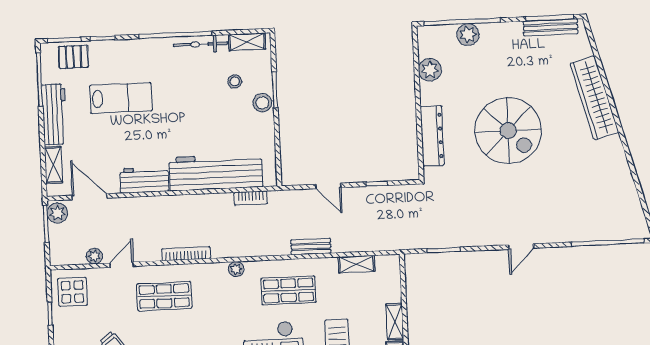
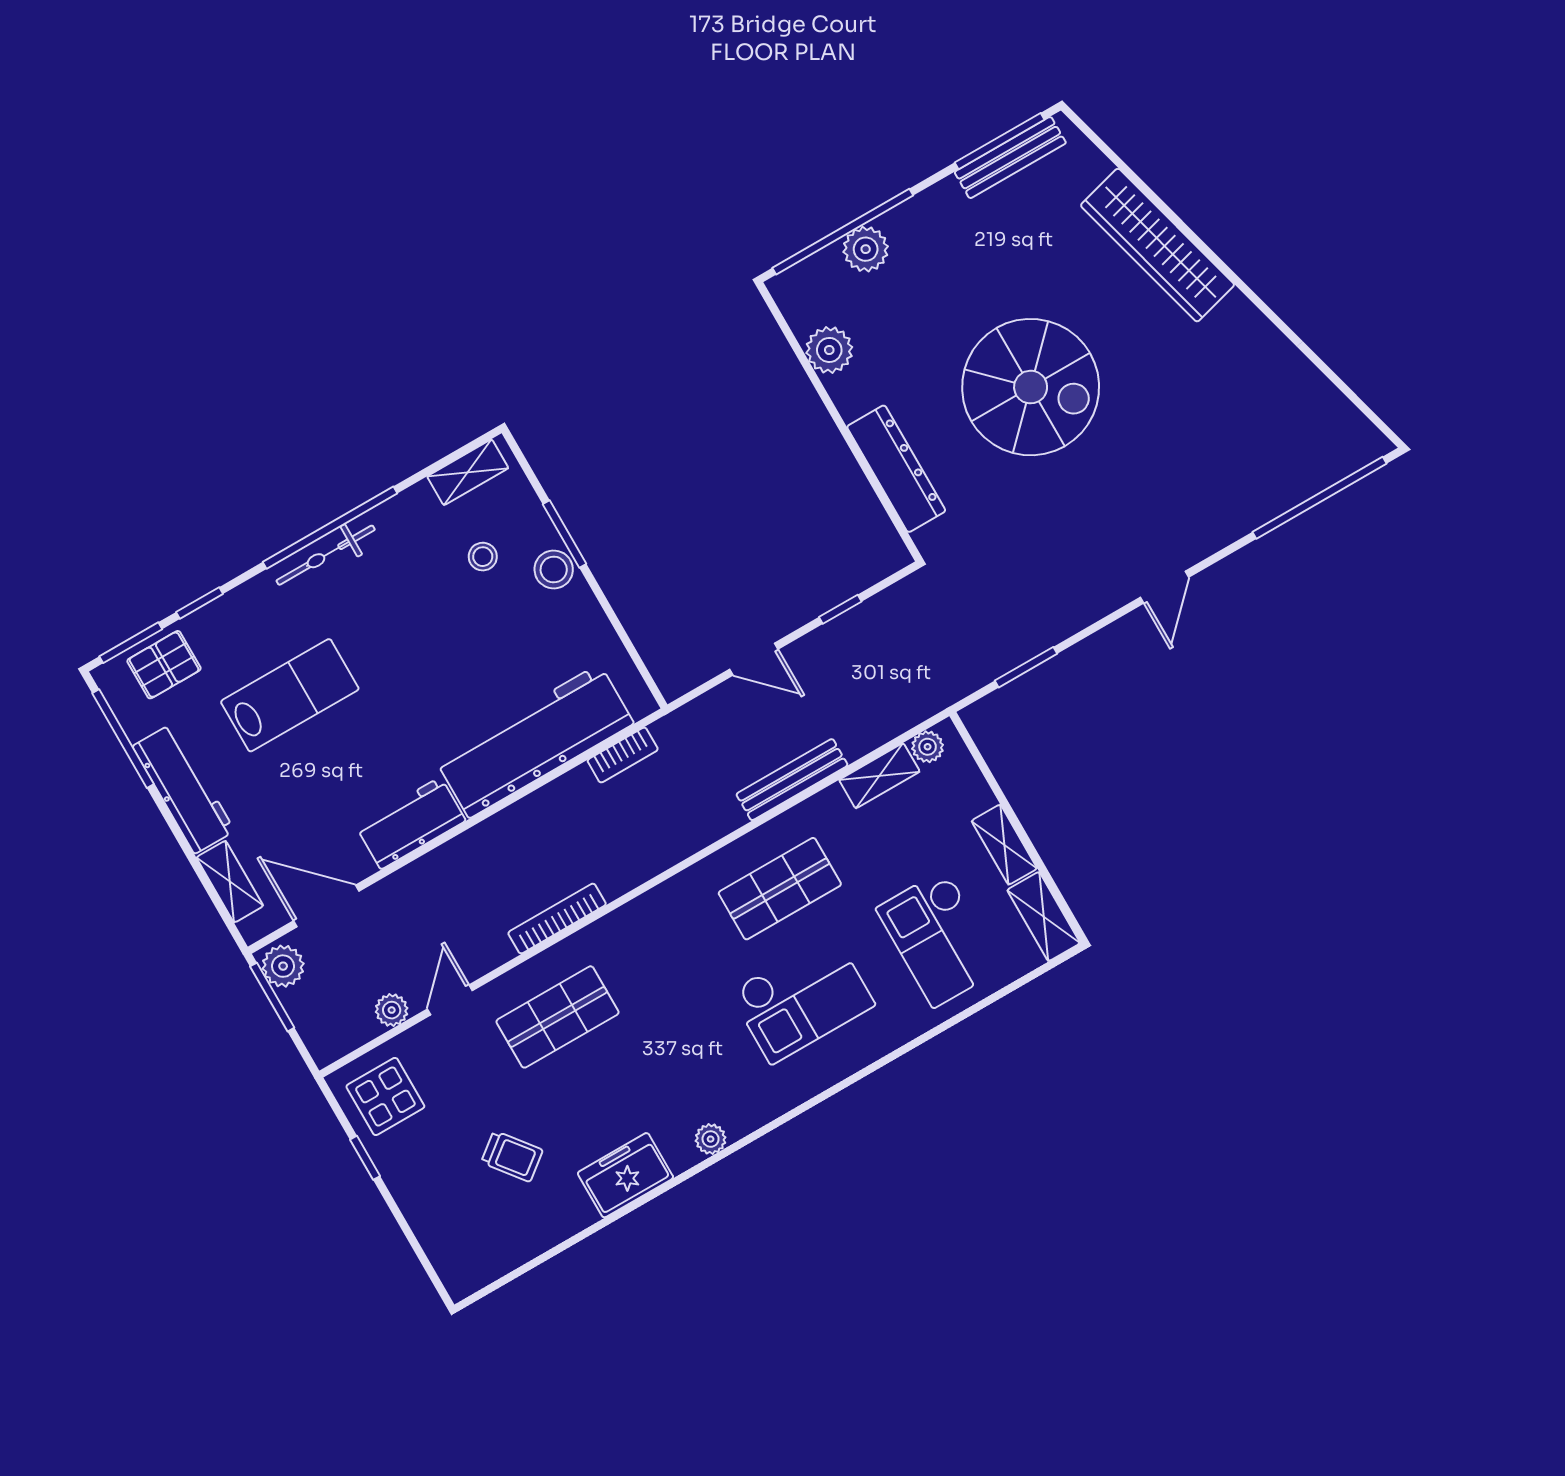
bicycle: (200, 44) -> (326, 555), moved
bench: (311, 247) -> (792, 780), width x1.36
plant: (236, 269) -> (928, 747), moved

